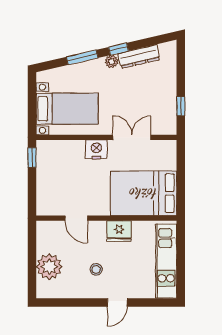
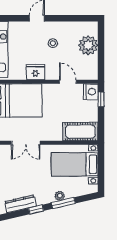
plant: (112, 61) -> (60, 196), moved
nightstand: (96, 149) -> (91, 92), moved, turned -90
cot: (60, 152) -> (80, 132), added
window: (32, 158) -> (101, 99), moved

